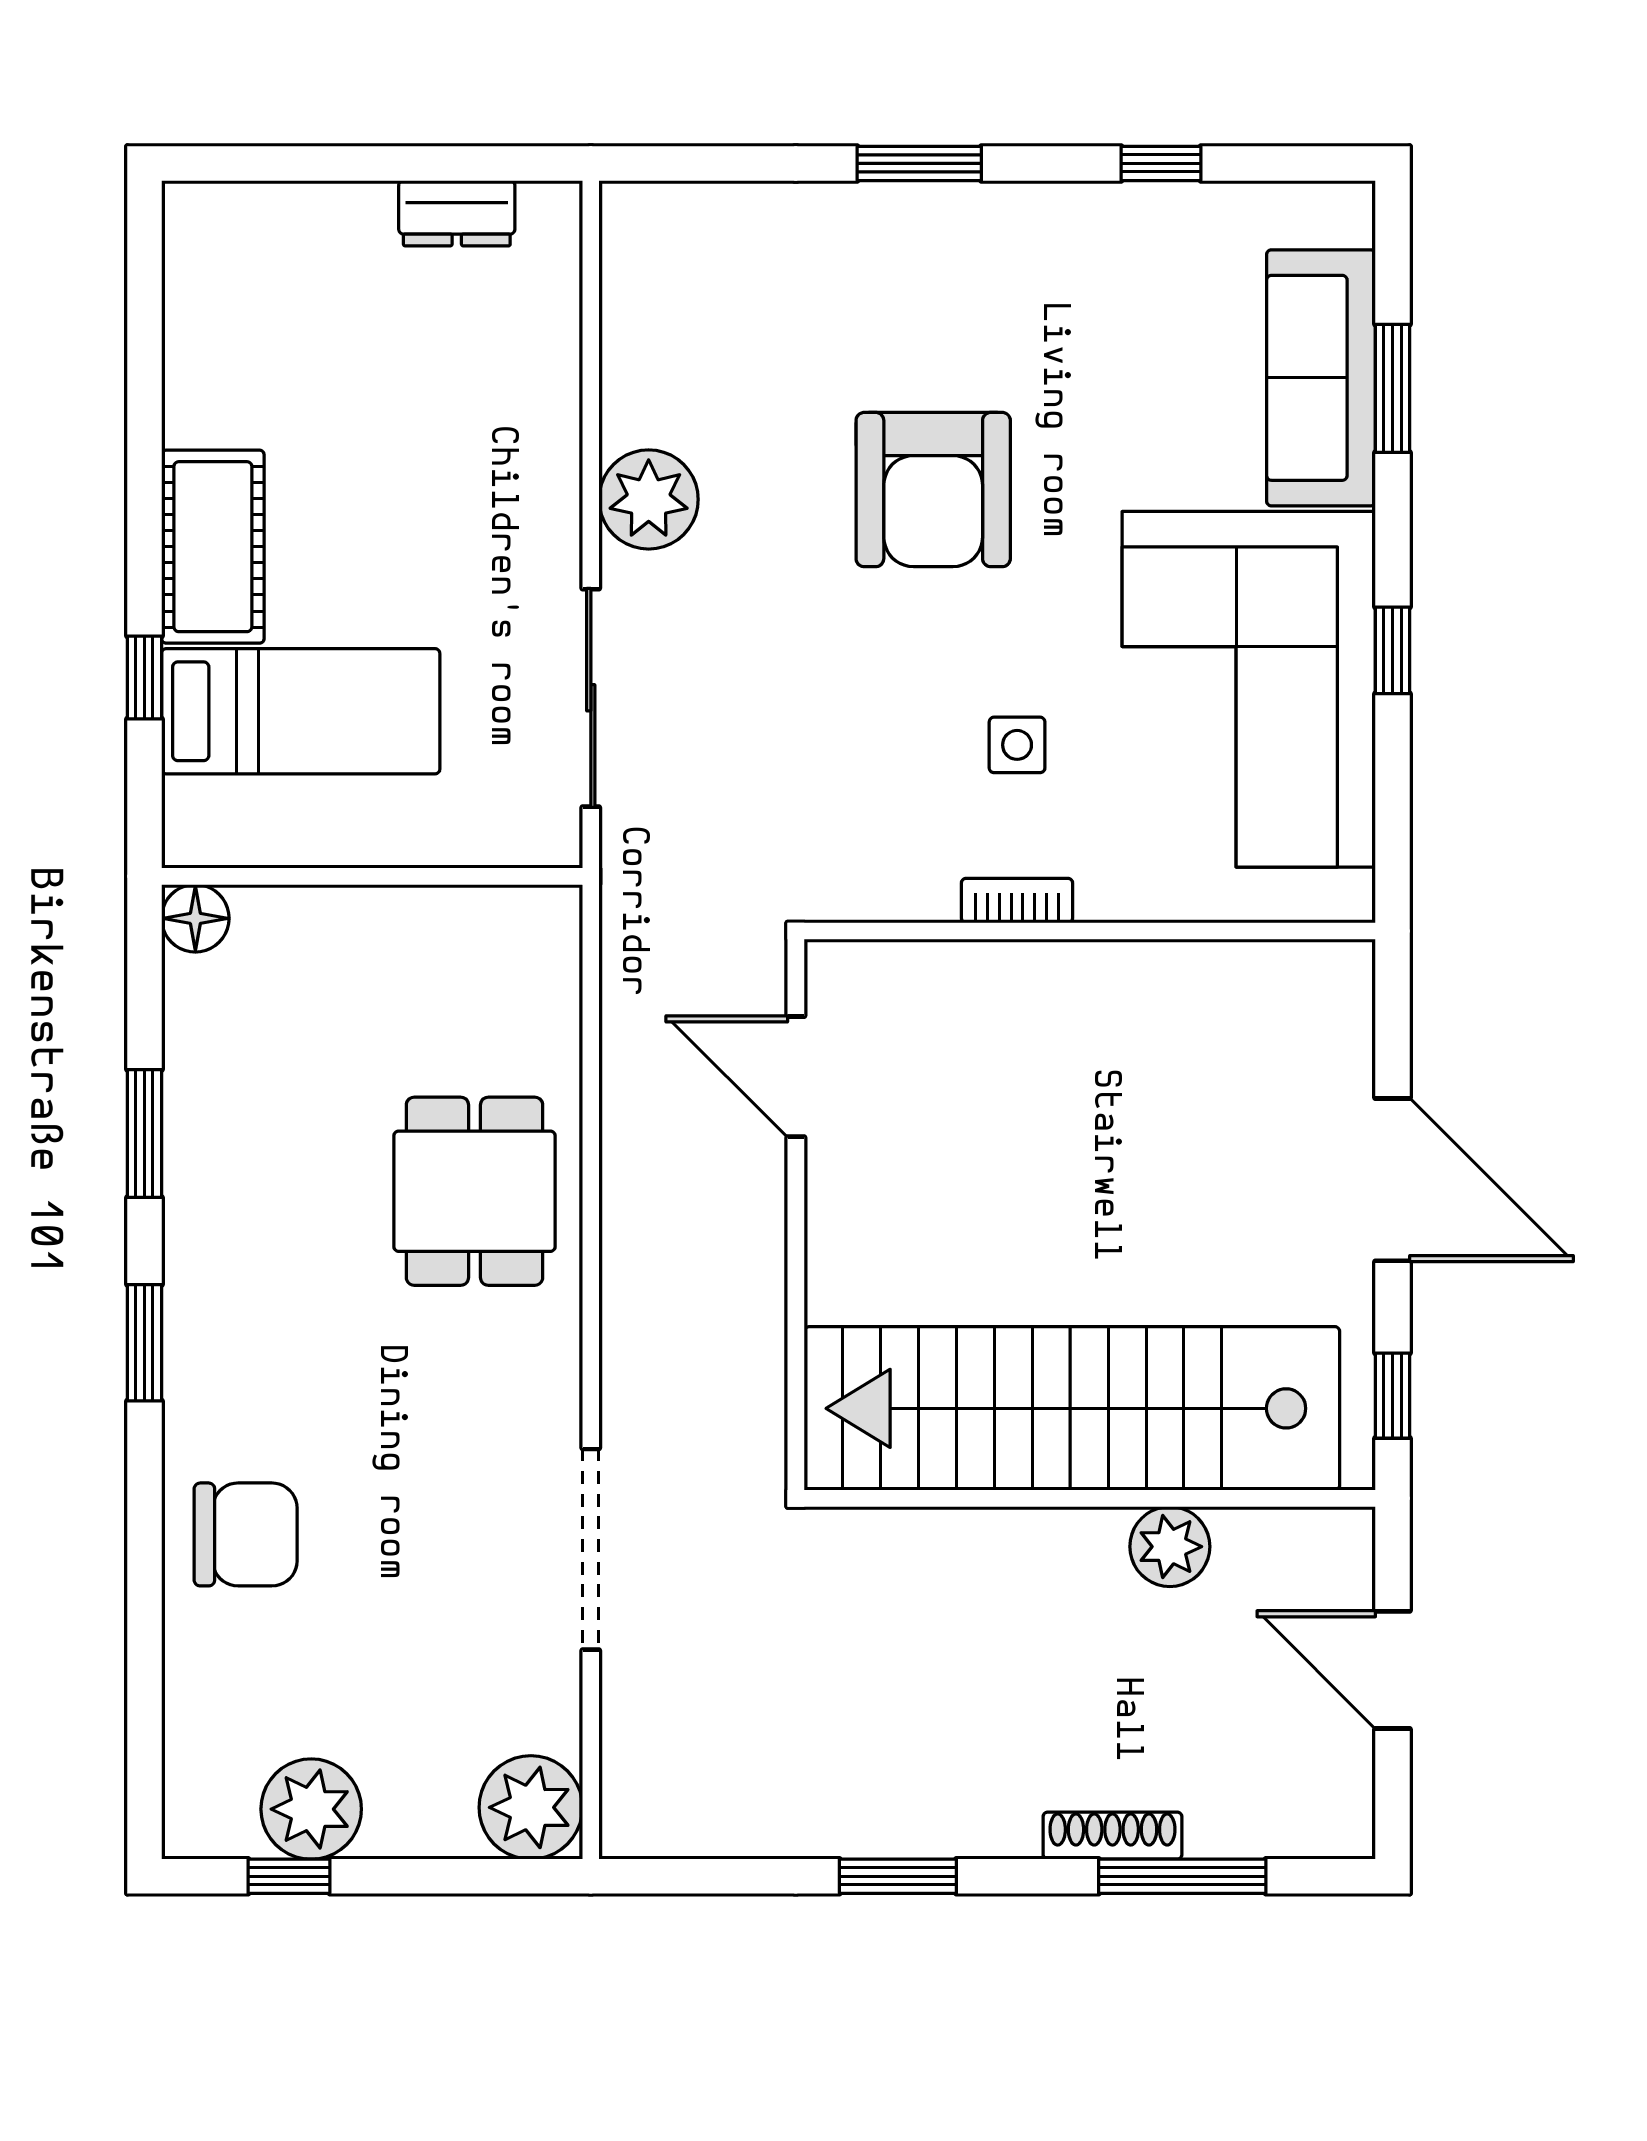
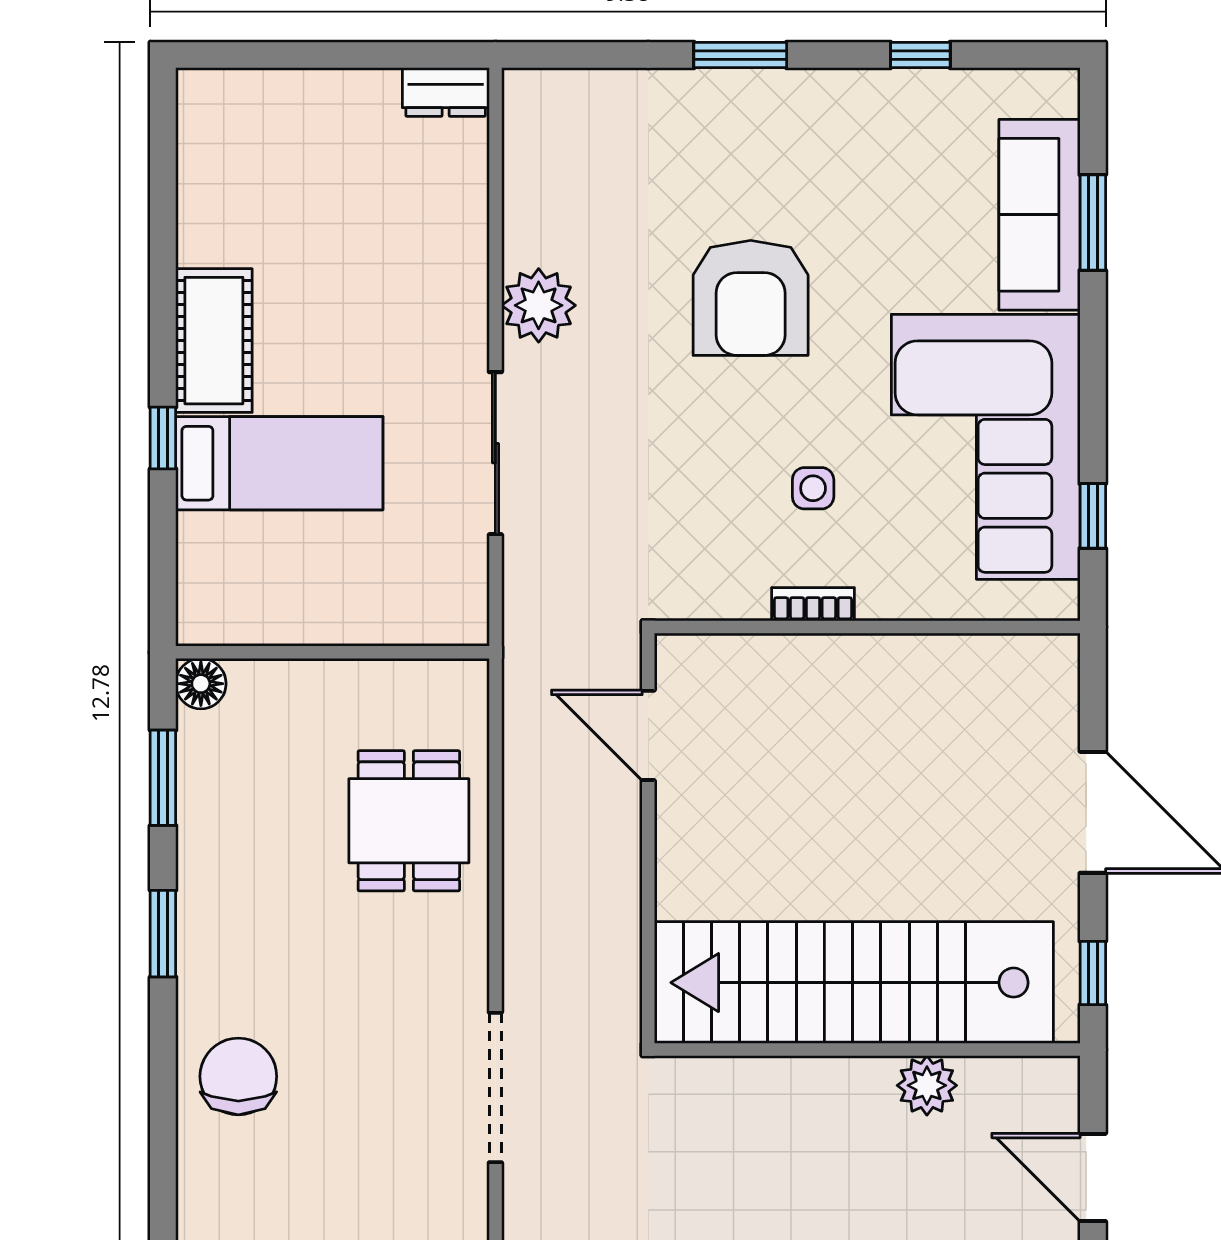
dresser: (457, 213) -> (446, 92), moved
window: (1393, 650) -> (1093, 516), moved
wall: (372, 876) -> (333, 652), moved
floor lamp: (195, 918) -> (201, 684), moved
chair: (246, 1534) -> (238, 1076), turned -90

